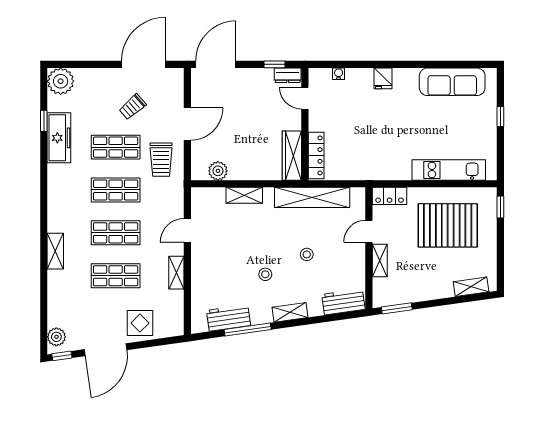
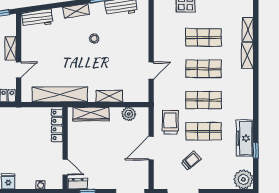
wardrobe: (292, 156) -> (91, 114), moved, turned 90
stool: (307, 254) -> (64, 53), removed
shelving: (176, 273) -> (248, 29), moved

